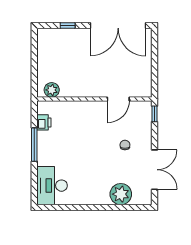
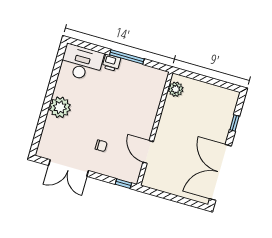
printer: (44, 122) -> (111, 63), moved
plant: (121, 194) -> (60, 107), moved

